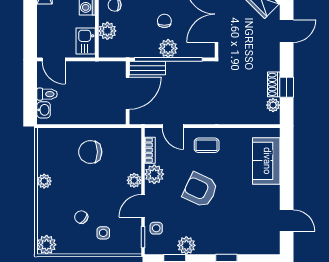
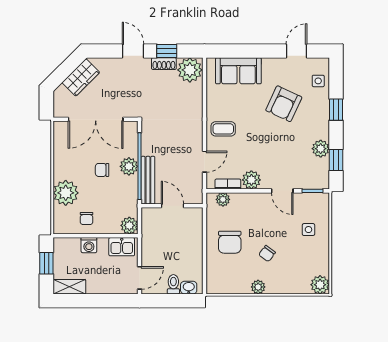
plant: (107, 31) -> (129, 225), moved
door: (287, 31) -> (133, 51), moved
bench: (147, 68) -> (148, 180), width x1.36
door: (128, 93) -> (172, 206), width x0.73
plant: (273, 105) -> (190, 70), width x1.87, depth x1.87
coffee table: (207, 145) -> (223, 129), turned 90
plant: (134, 180) -> (223, 199), moved
armchair: (200, 190) -> (284, 104), moved
chair: (81, 217) -> (267, 254), moved
side table: (156, 228) -> (318, 81), moved

